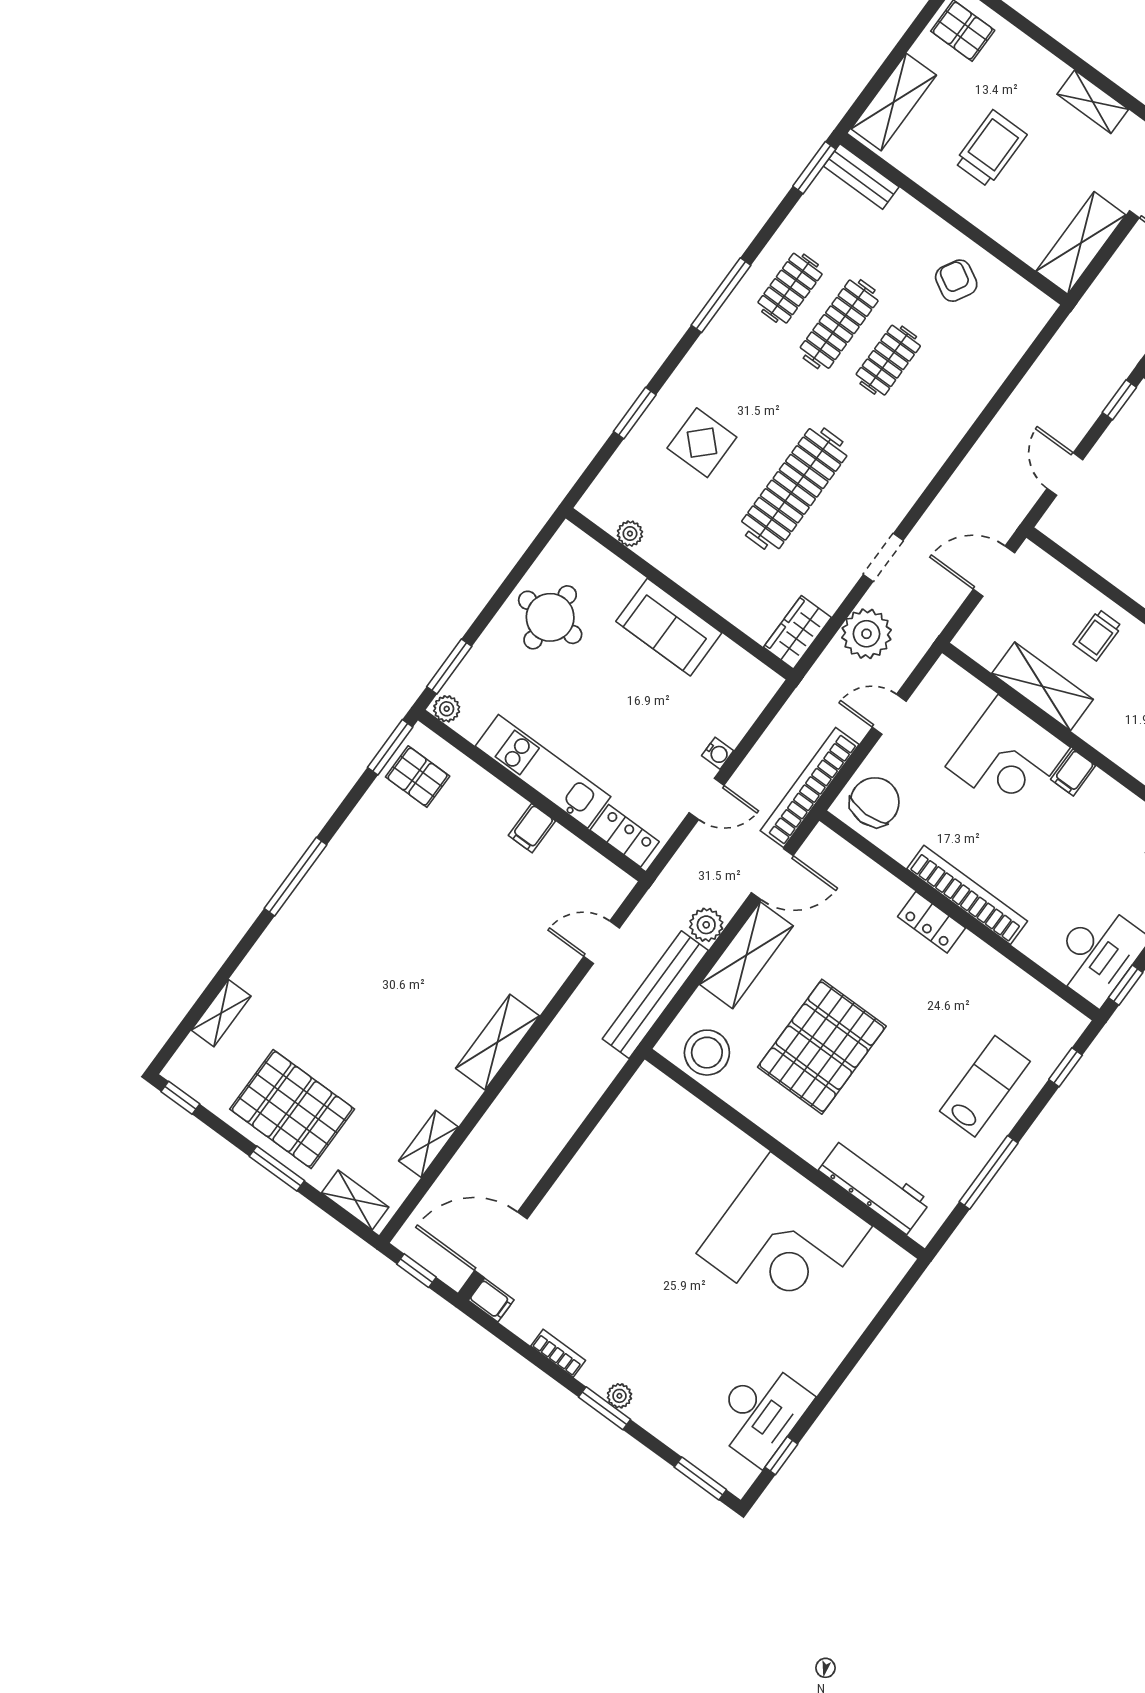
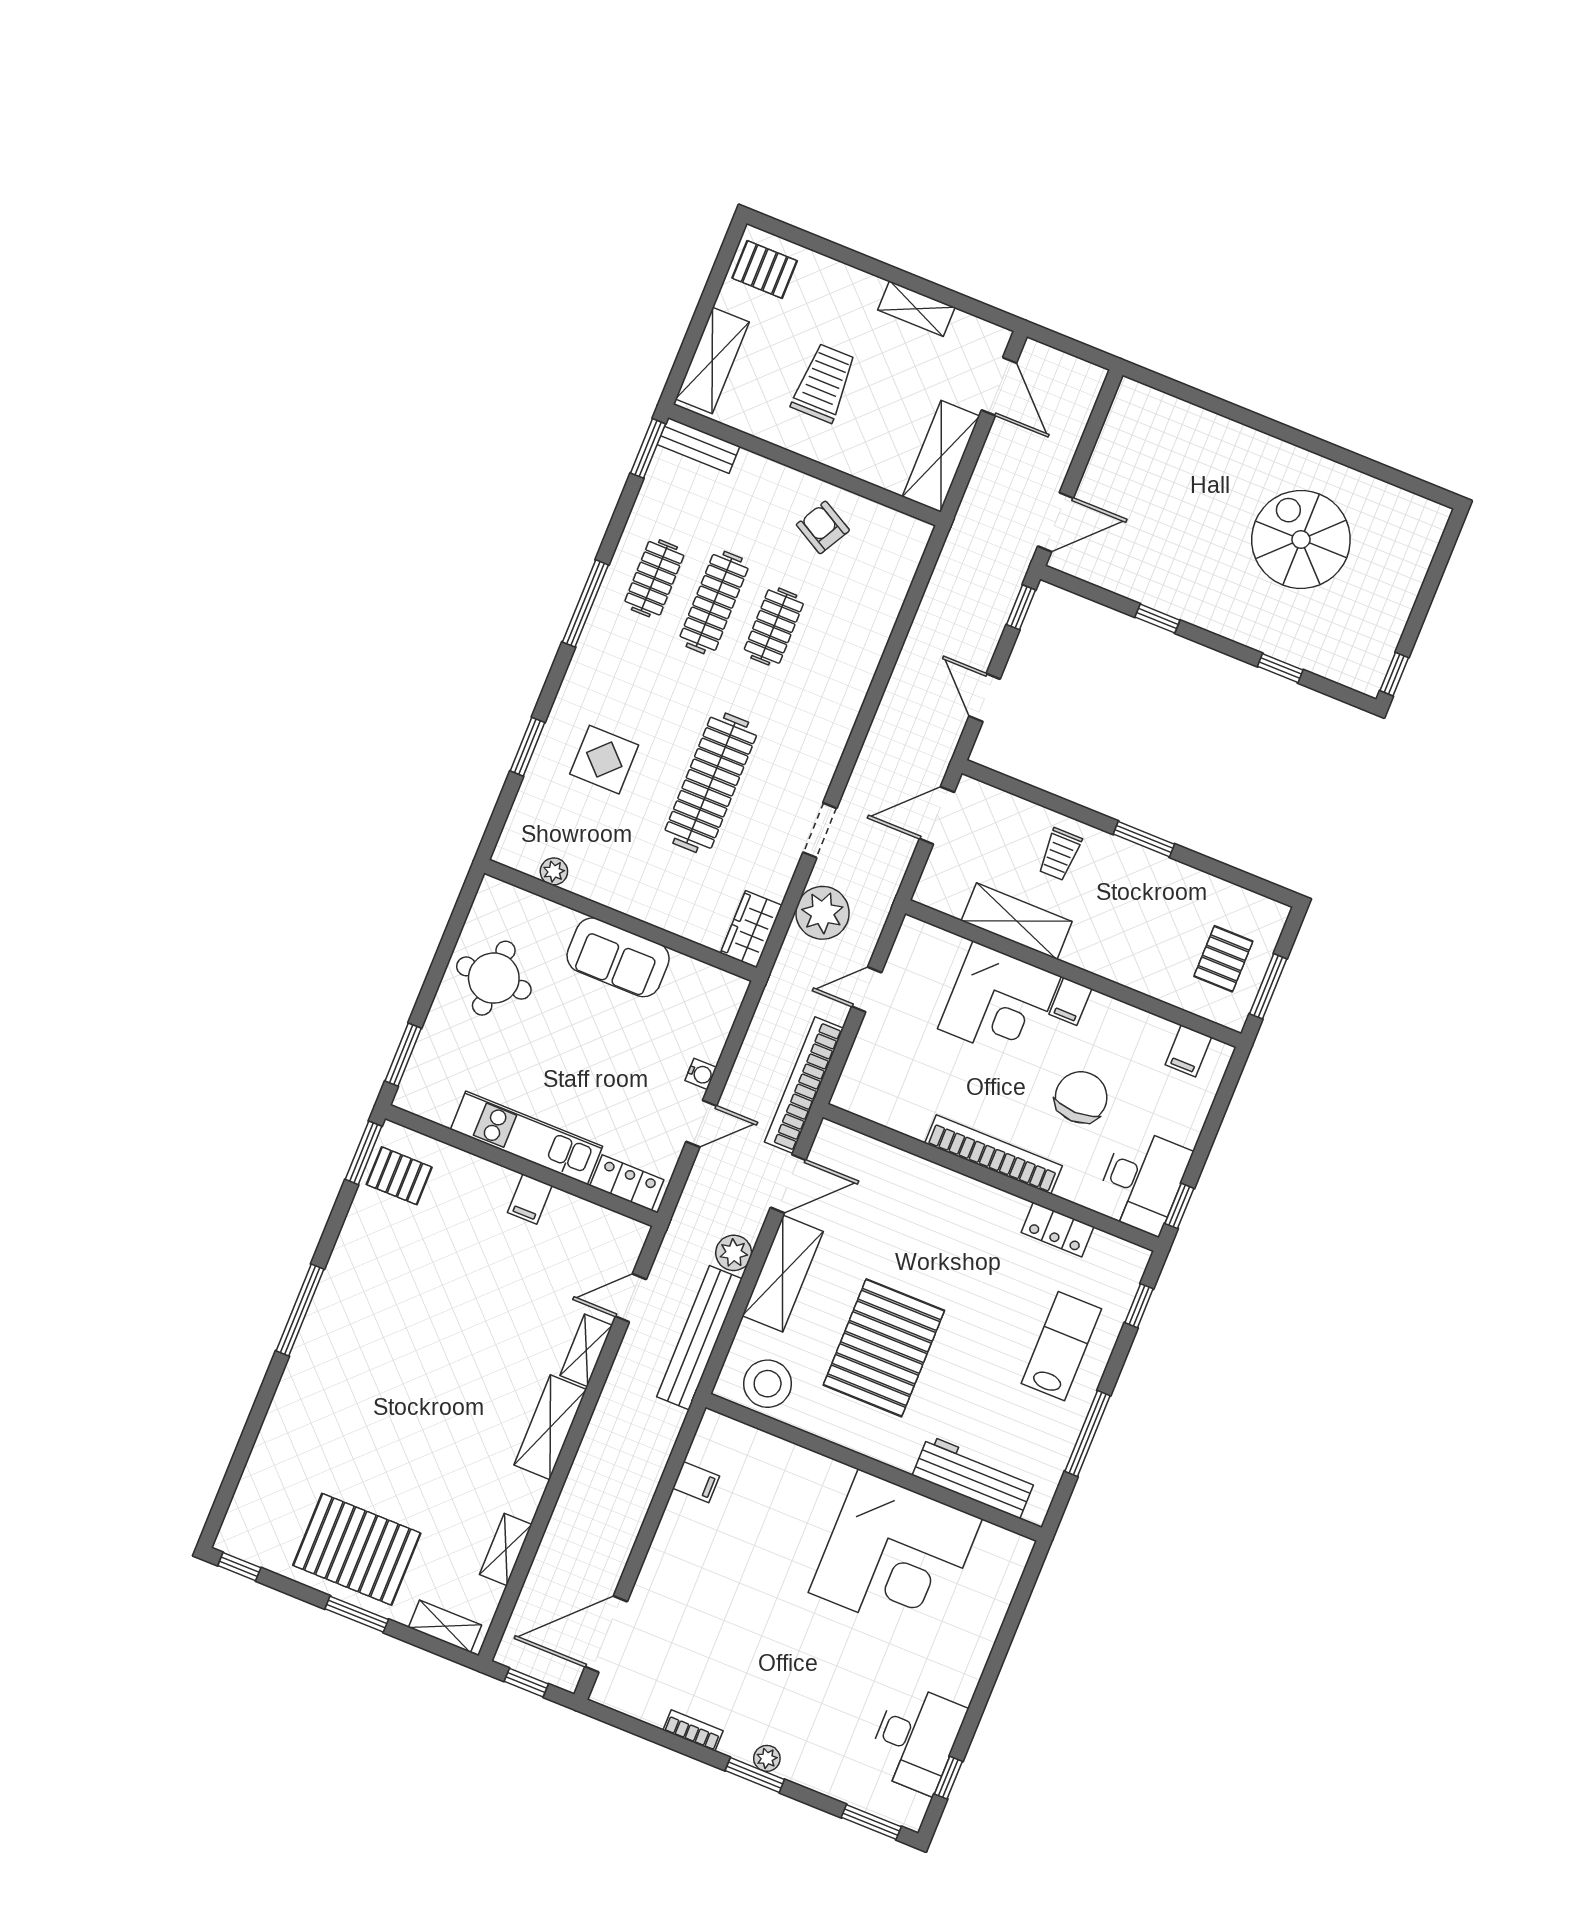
plant: (447, 709) -> (411, 1099), removed
chair: (875, 802) -> (1081, 1097), moved
locker: (932, 922) -> (1058, 1230), moved
shelving: (221, 1013) -> (586, 1350), moved
filing cabinet: (491, 1300) -> (696, 1482), moved

